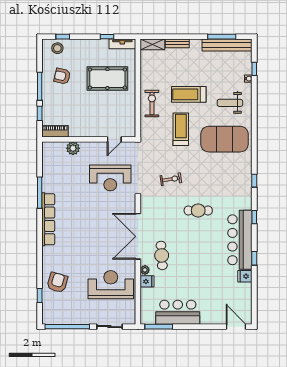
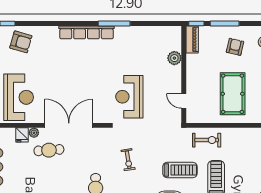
piano: (55, 131) -> (192, 39), moved
wall: (89, 139) -> (184, 74), moved
door: (114, 139) -> (184, 101), moved
plant: (73, 148) -> (174, 58), moved

